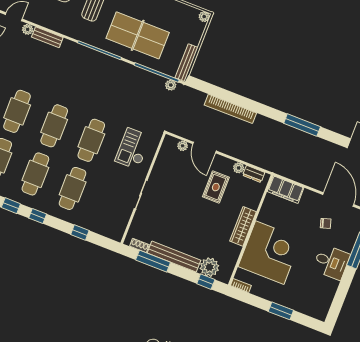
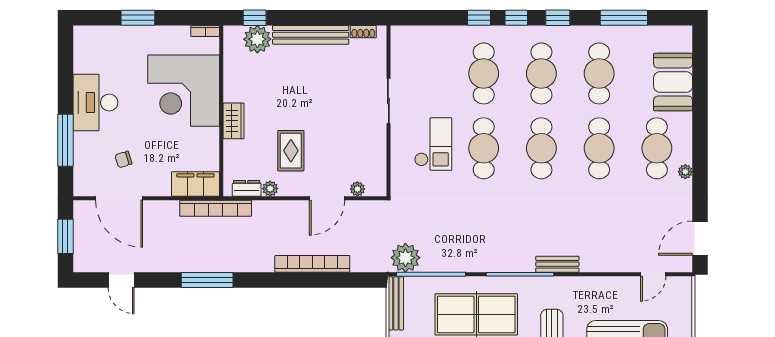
plant: (28, 29) -> (628, 265), removed
bench: (47, 37) -> (557, 264), moved
plant: (171, 85) -> (405, 258), width x1.87, depth x1.87
door: (204, 147) -> (327, 198), swing flipped
checkout: (133, 149) -> (433, 144), moved
bookcase: (279, 169) -> (216, 208), added
wardrobe: (243, 226) -> (234, 121), width x0.67
window: (80, 232) -> (479, 18), moved
window: (153, 261) -> (337, 18), removed
desk: (331, 262) -> (95, 102), width x1.37

